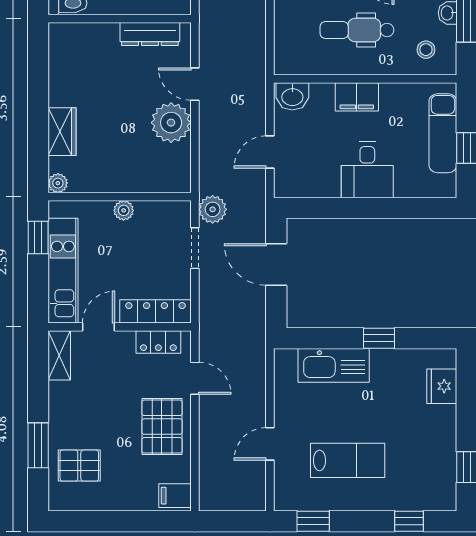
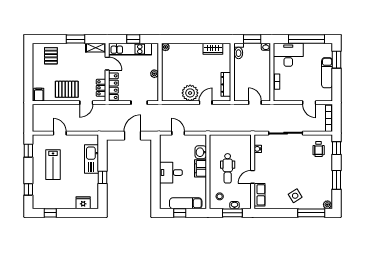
dental chair: (357, 30) -> (228, 168), turned 180
washbasin: (292, 96) -> (201, 152), moved
wardrobe: (62, 132) -> (213, 49), moved
plant: (213, 209) -> (155, 110), removed
window: (38, 238) -> (133, 39), moved
window: (38, 445) -> (76, 39), moved

